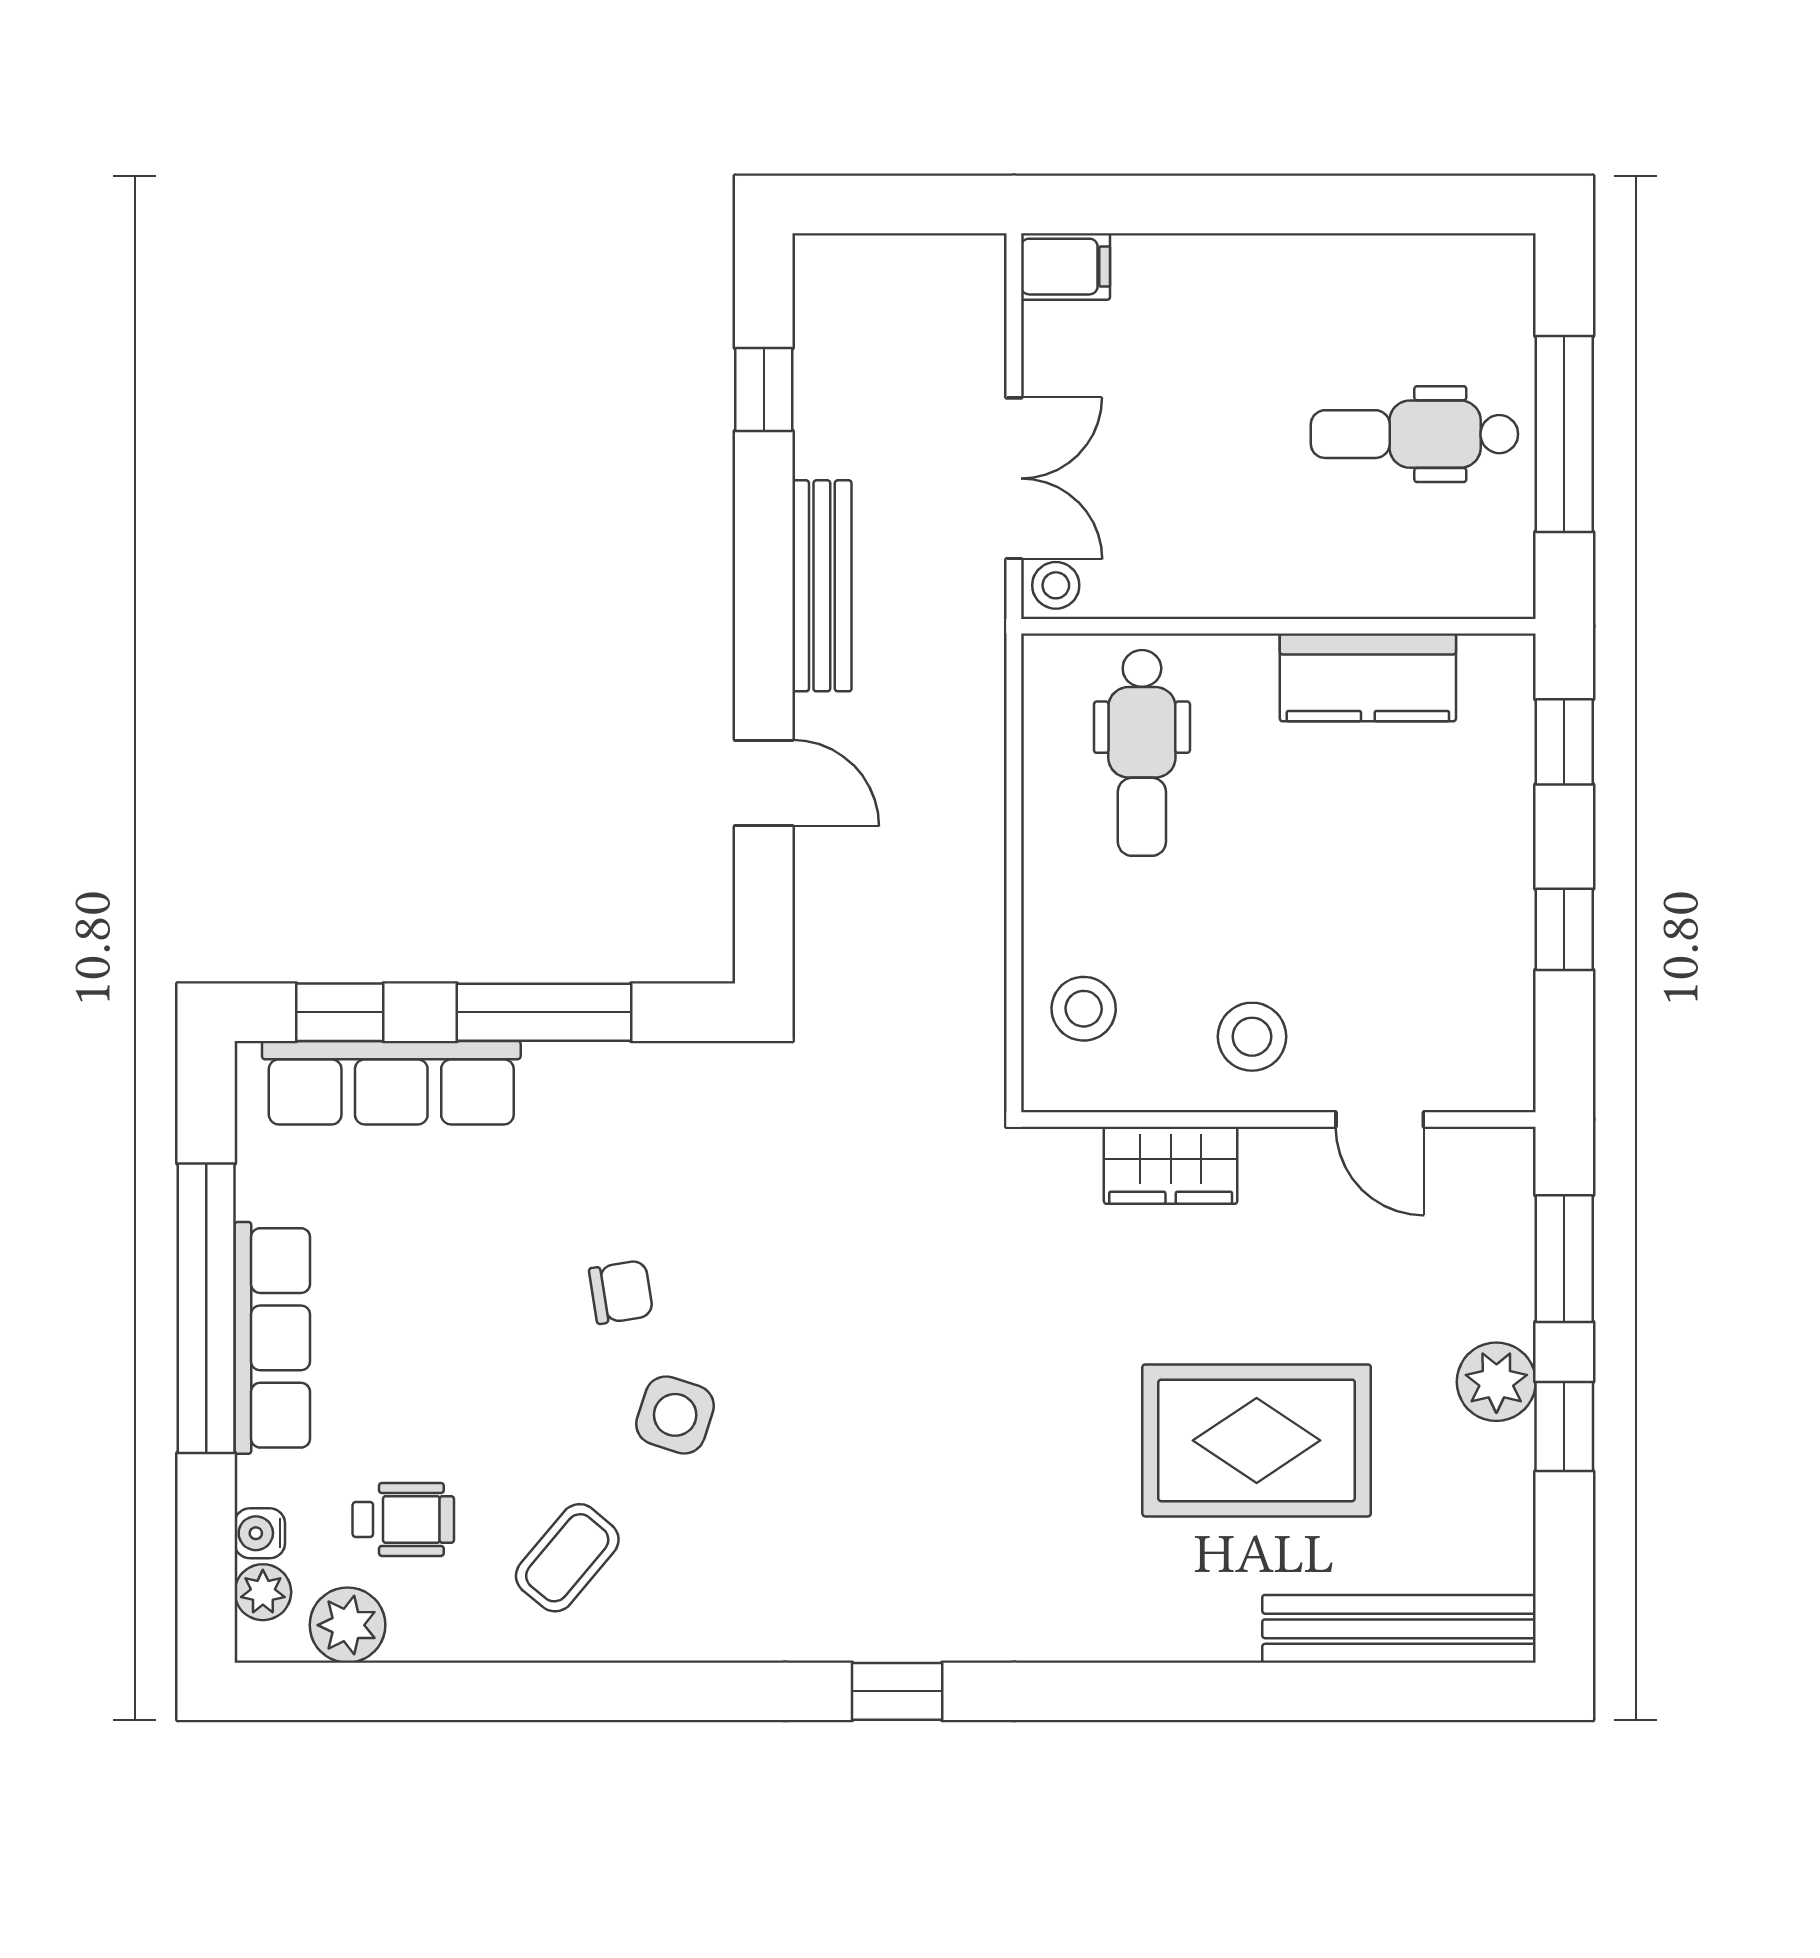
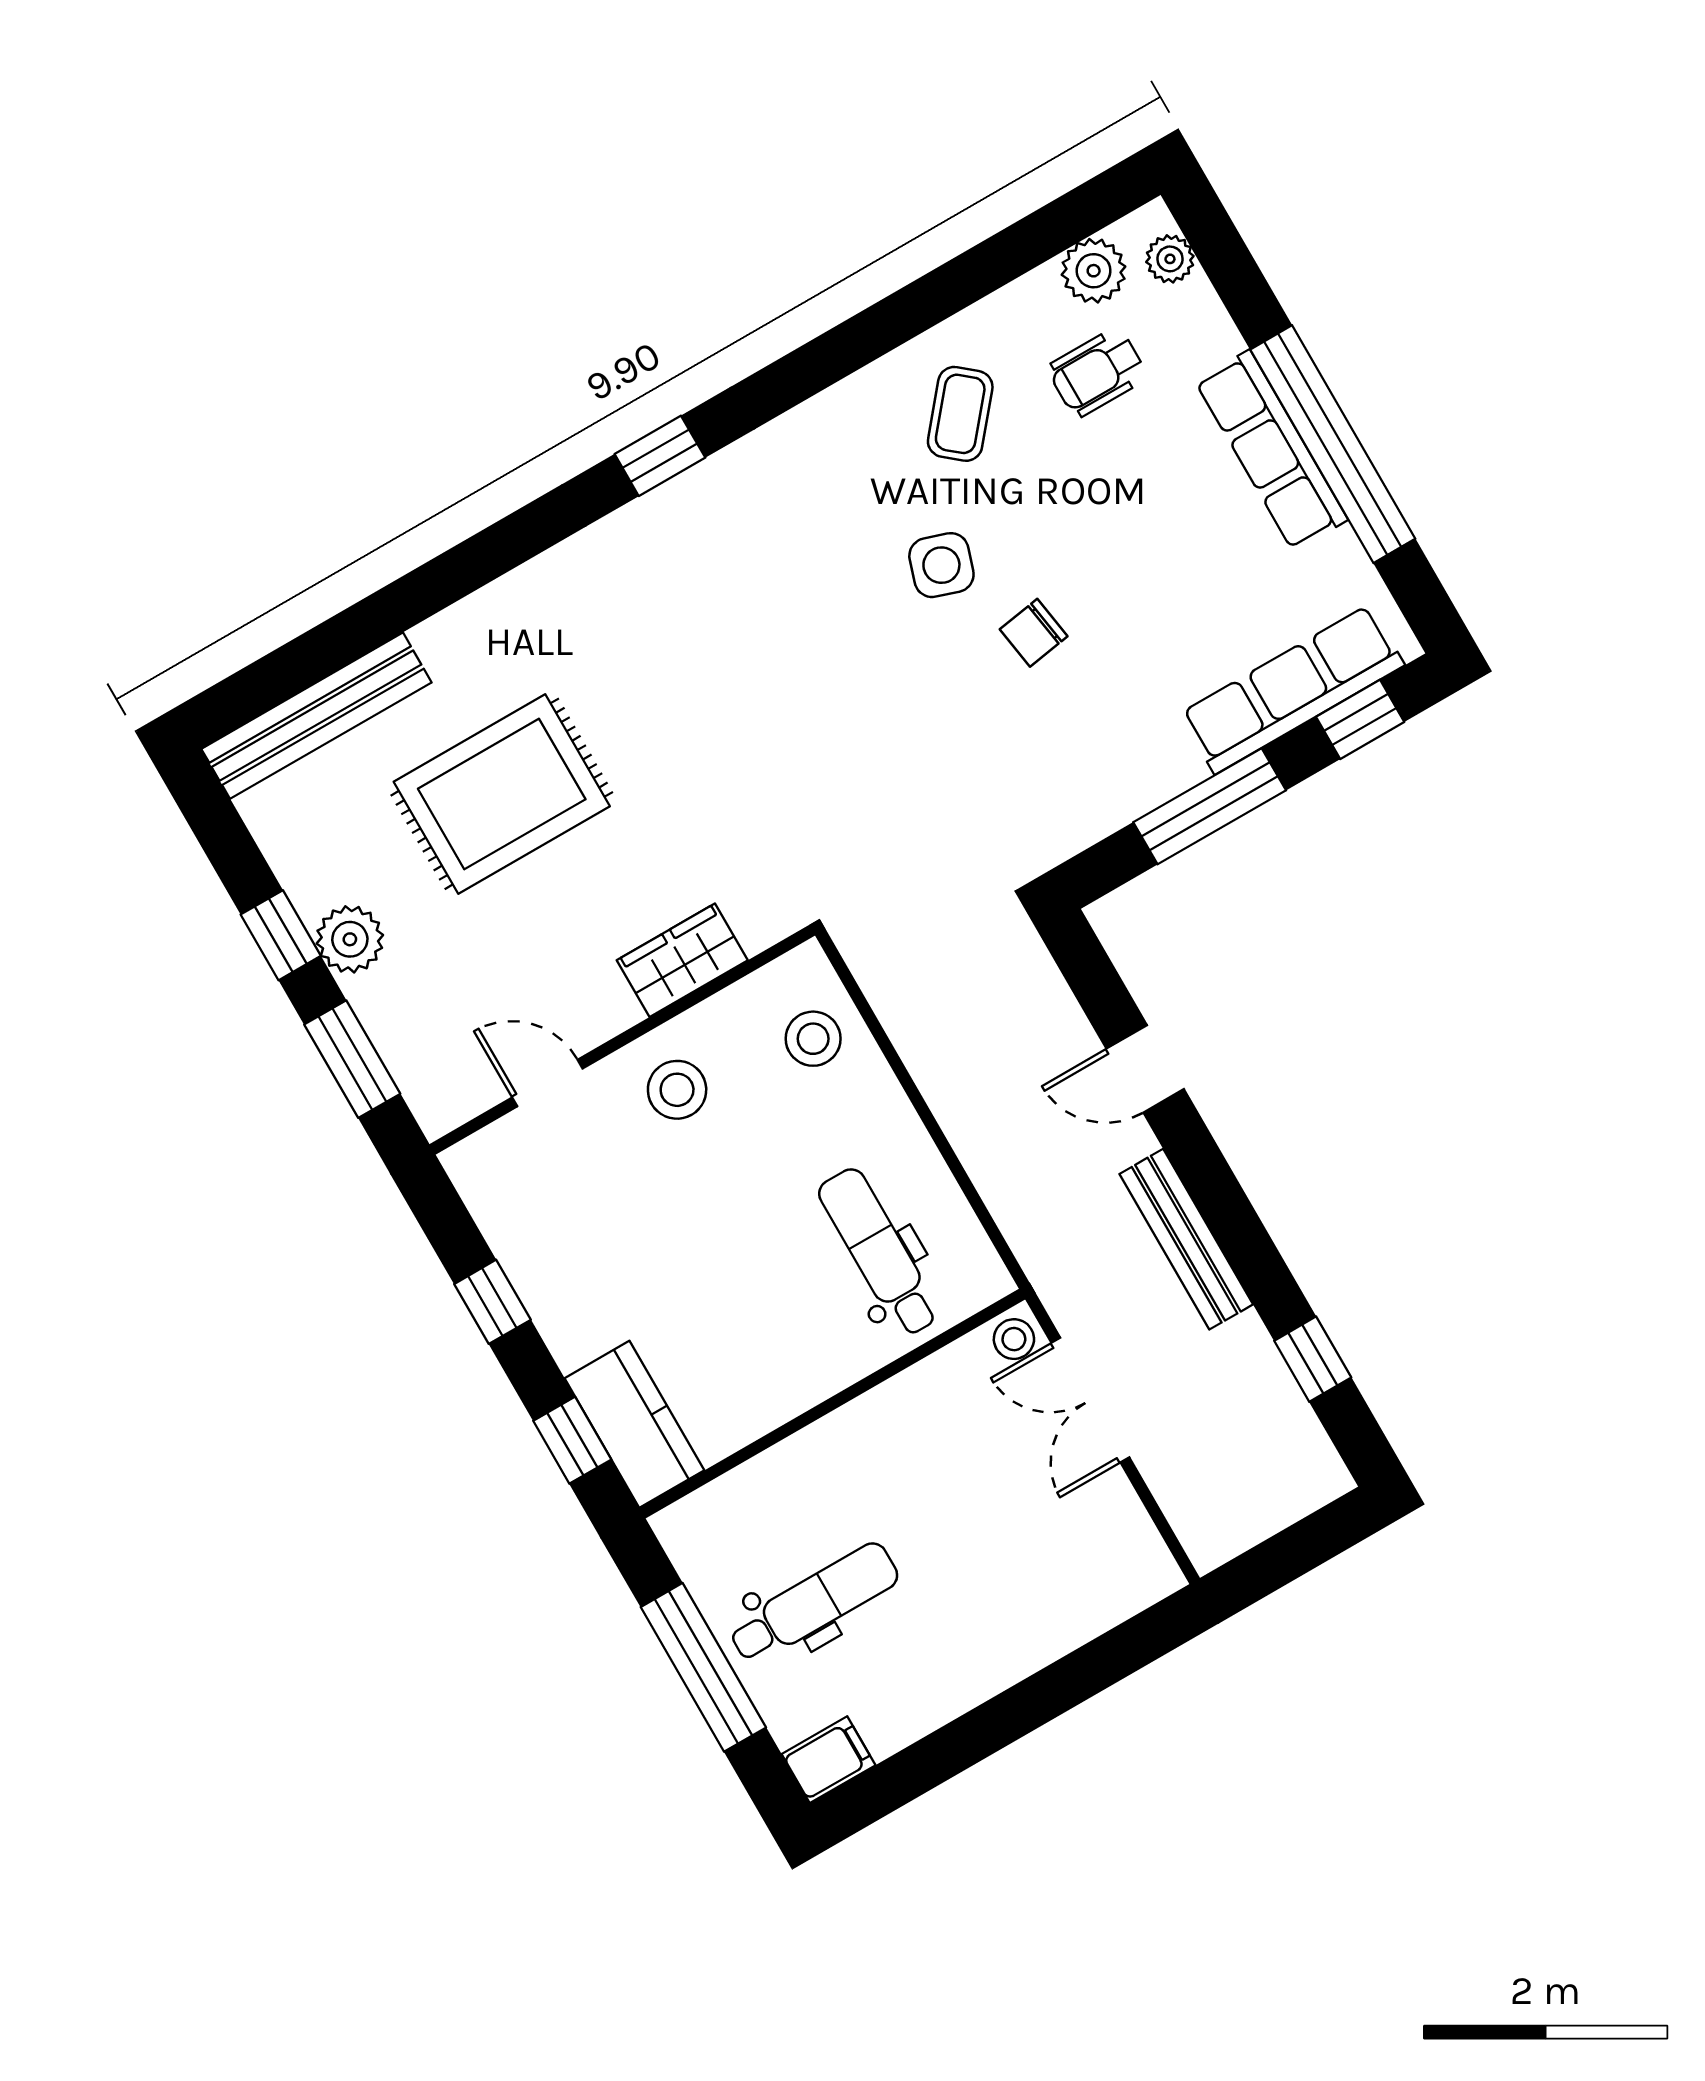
filing cabinet: (1065, 267) -> (829, 1760), moved, turned 180
kitchen counter: (1368, 677) -> (634, 1424), moved, turned 90
water cooler: (260, 1533) -> (1197, 301), removed

